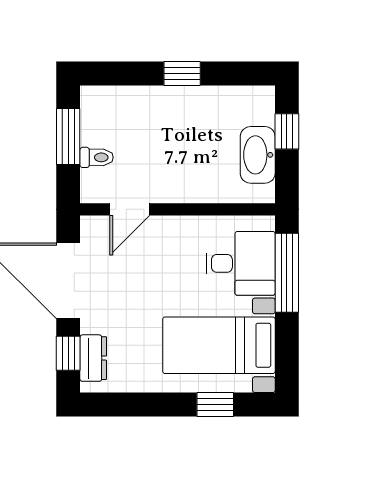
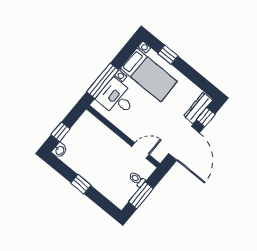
washbasin: (258, 155) -> (60, 150), moved, width x0.52, depth x0.69
dresser: (93, 358) -> (198, 108), width x1.44

